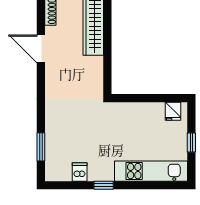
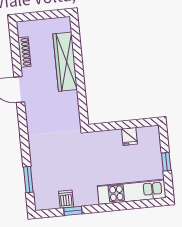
fridge: (173, 111) -> (129, 136), moved
window: (104, 185) -> (73, 211), moved

